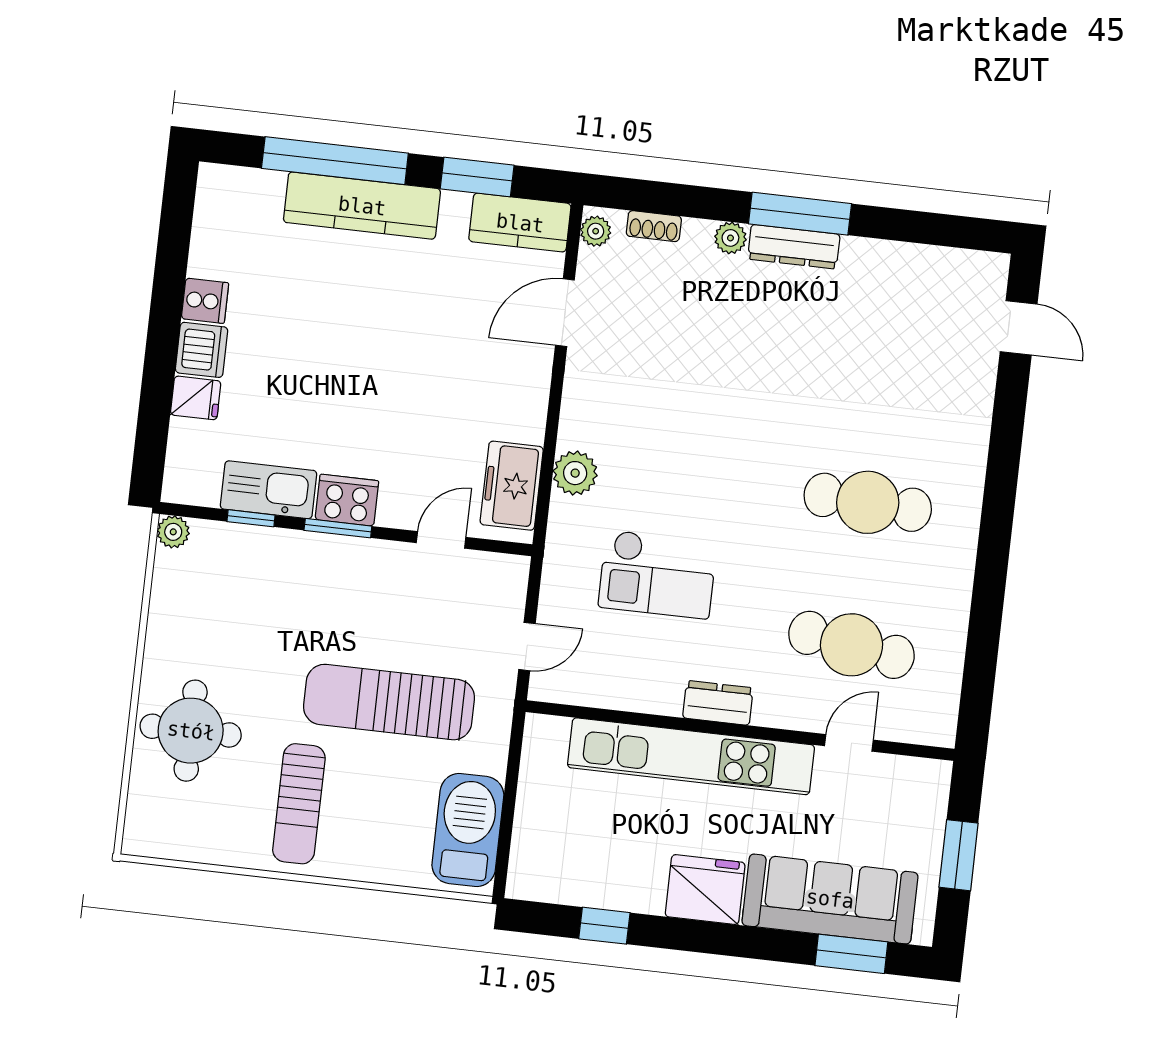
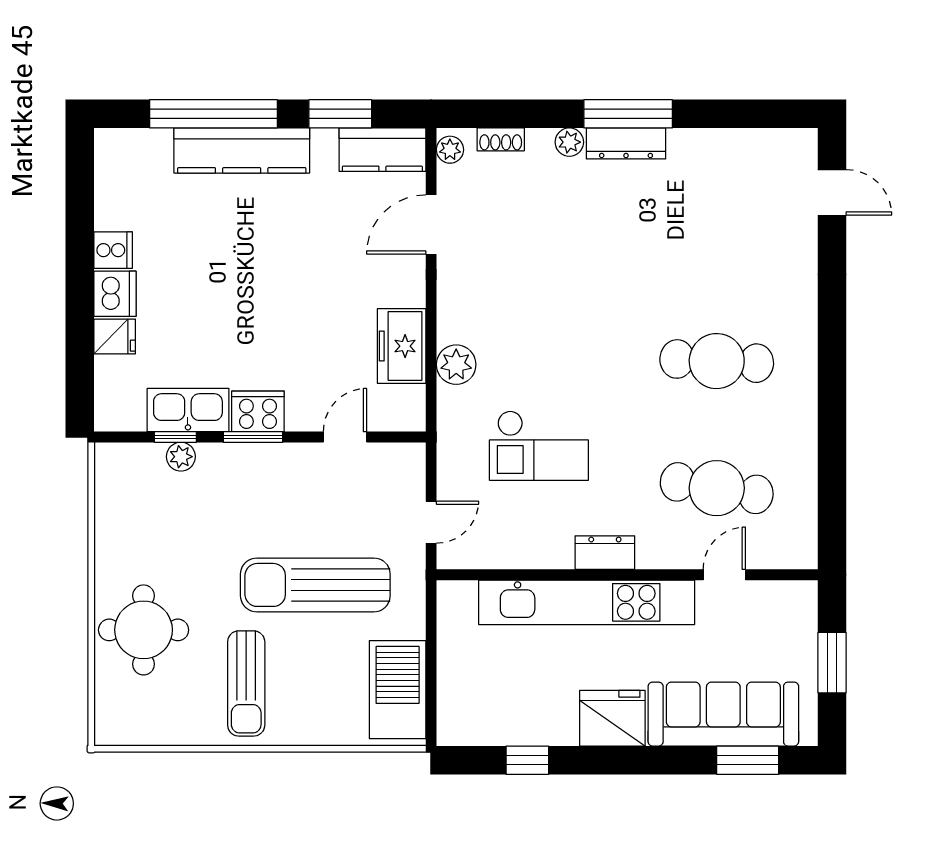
freezer: (512, 486) -> (402, 346), moved
plant: (173, 532) -> (181, 457), moved

